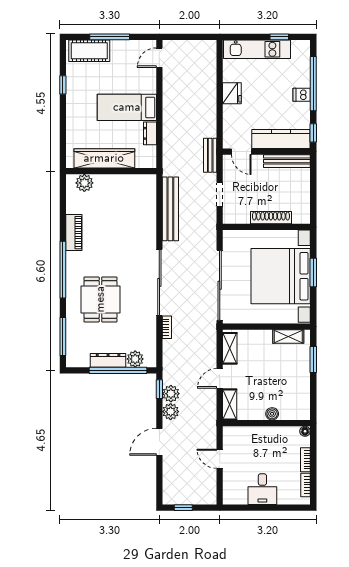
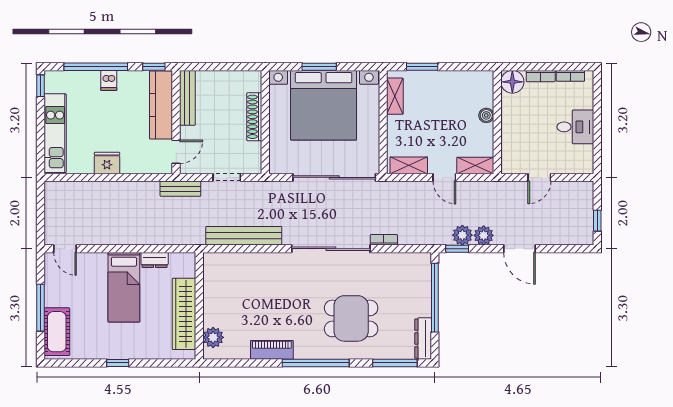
window: (279, 37) -> (40, 86), moved
window: (63, 85) -> (118, 363), moved
plant: (135, 359) -> (421, 277), removed
dresser: (108, 360) -> (423, 339), moved
floor lamp: (305, 431) -> (512, 82), width x1.89, depth x1.89

